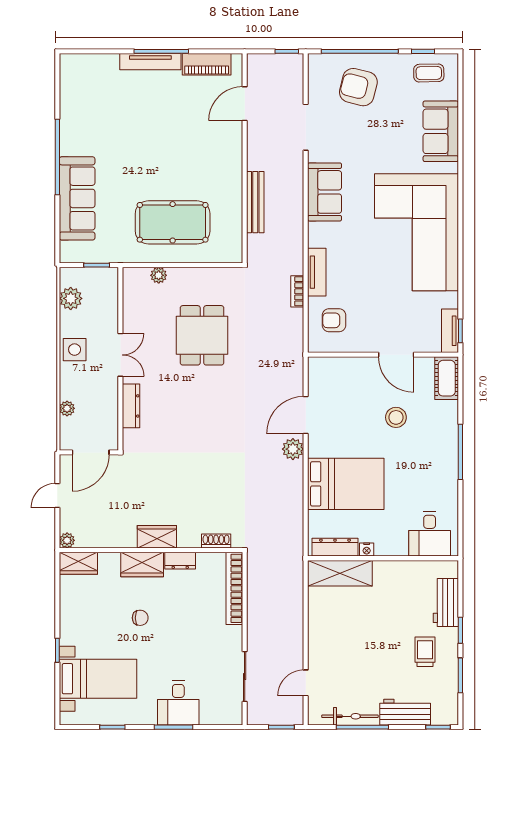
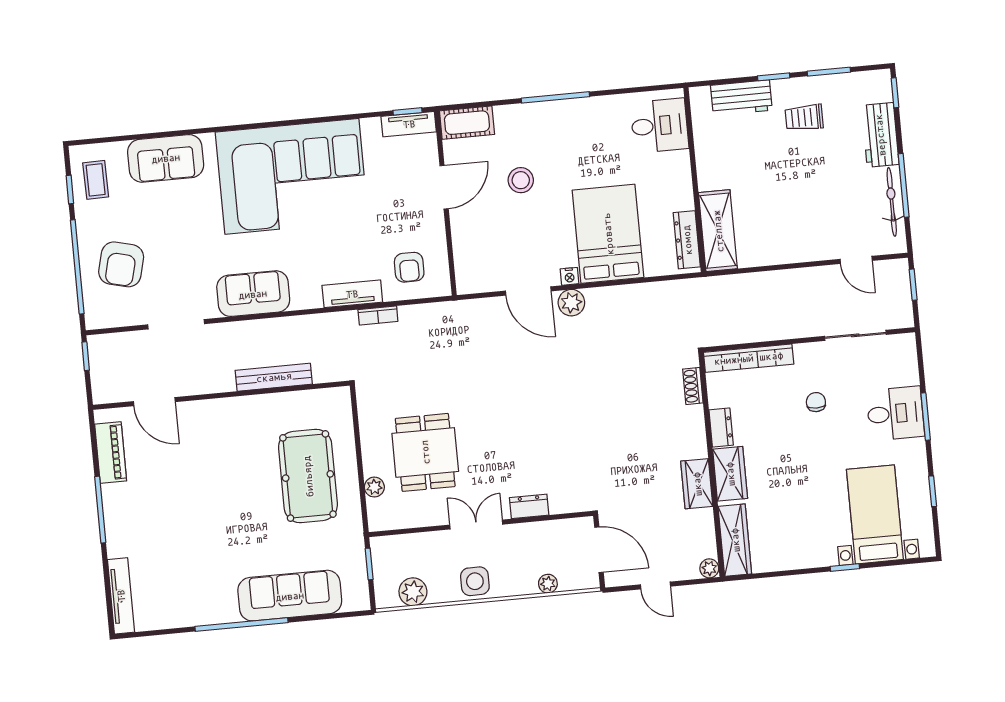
tv unit: (150, 62) -> (121, 596), moved
dining table: (202, 335) -> (425, 452), moved, turned 90
dresser: (131, 406) -> (529, 506), width x0.70
wardrobe: (157, 537) -> (697, 484), moved
nightstand: (367, 550) -> (569, 276), moved, turned 90
wardrobe: (78, 563) -> (735, 540), width x1.50
chair: (140, 618) -> (816, 402), moved

